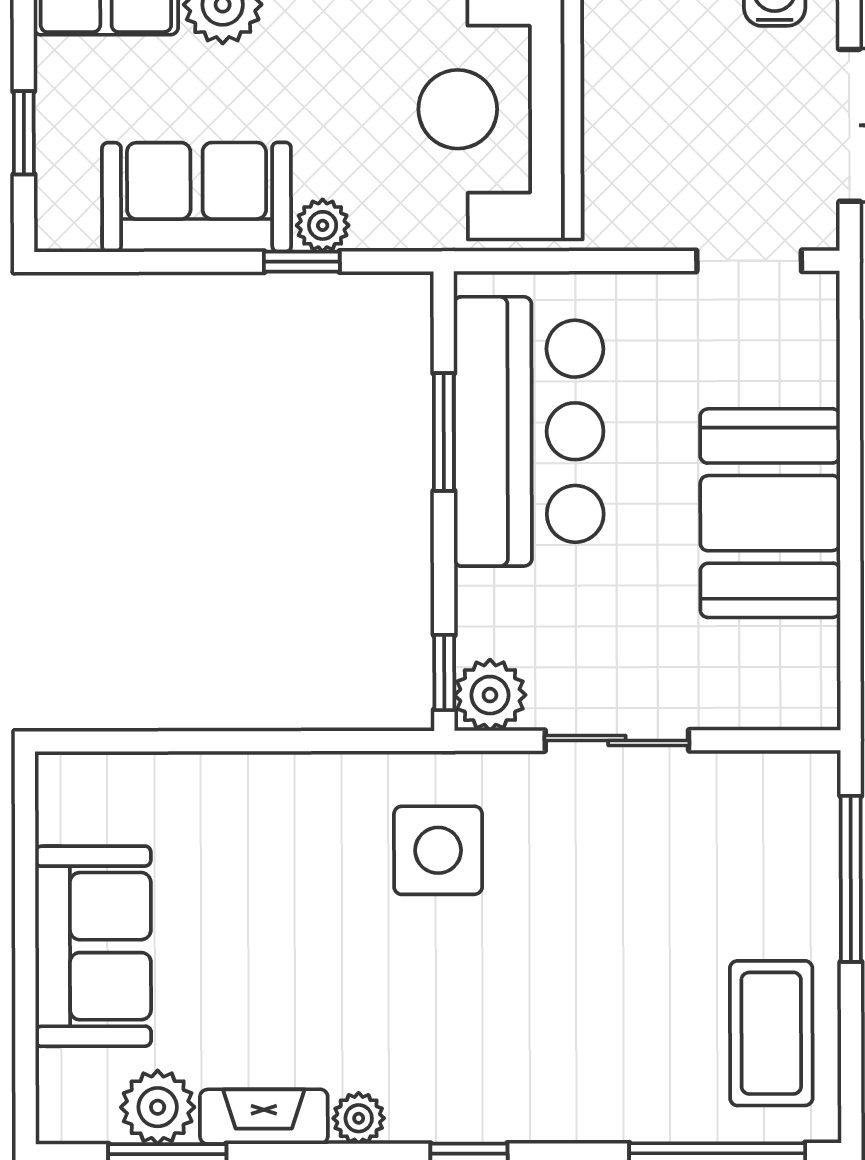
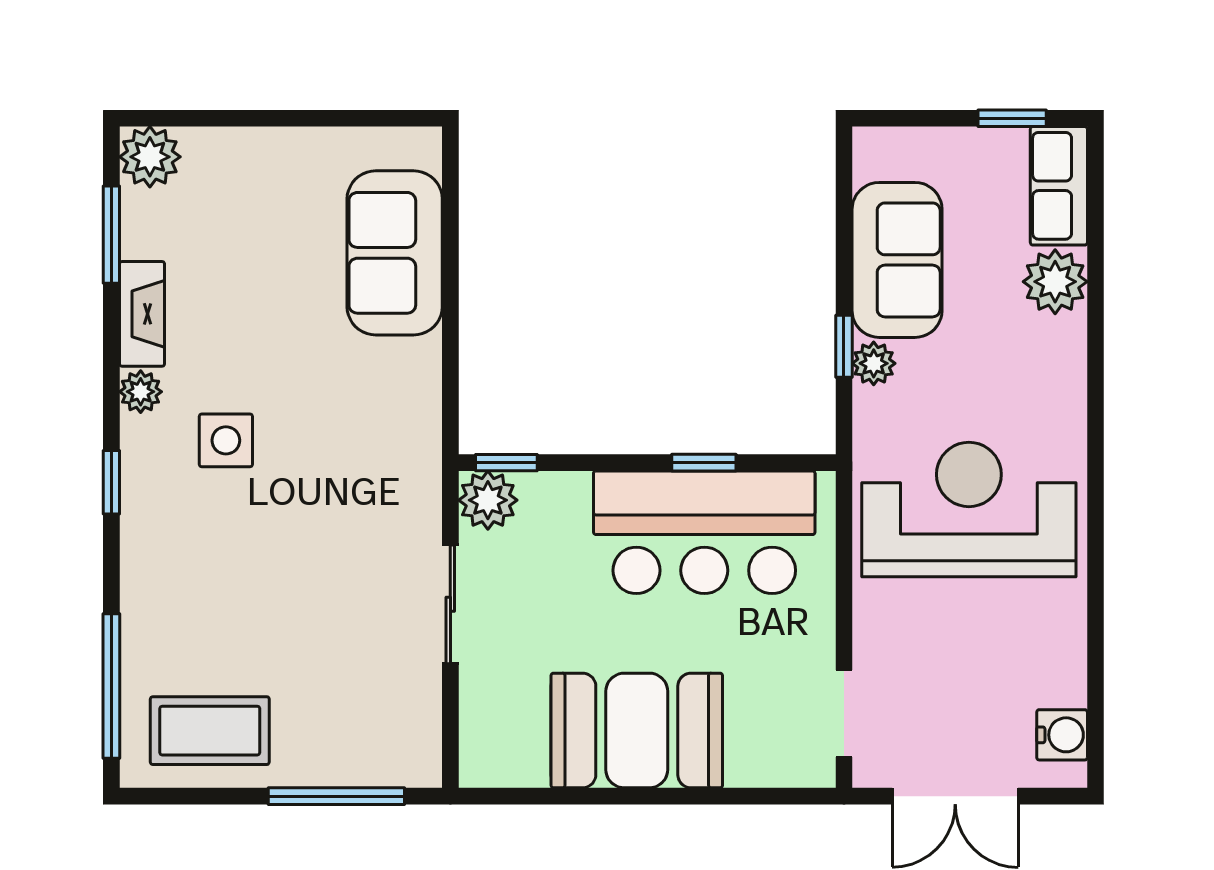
window: (24, 133) -> (1012, 118), moved
window: (444, 432) -> (704, 463), width x0.67
side table: (438, 850) -> (226, 440), moved, width x0.73, depth x0.73
sofa: (93, 946) -> (395, 253), moved, turned 90
plant: (158, 1107) -> (150, 157), moved

